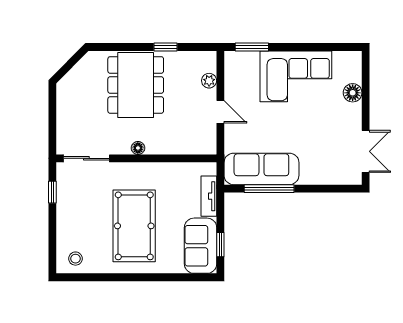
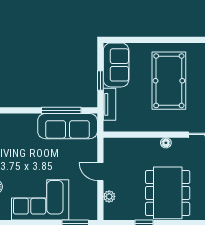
window: (220, 245) -> (100, 81), moved

